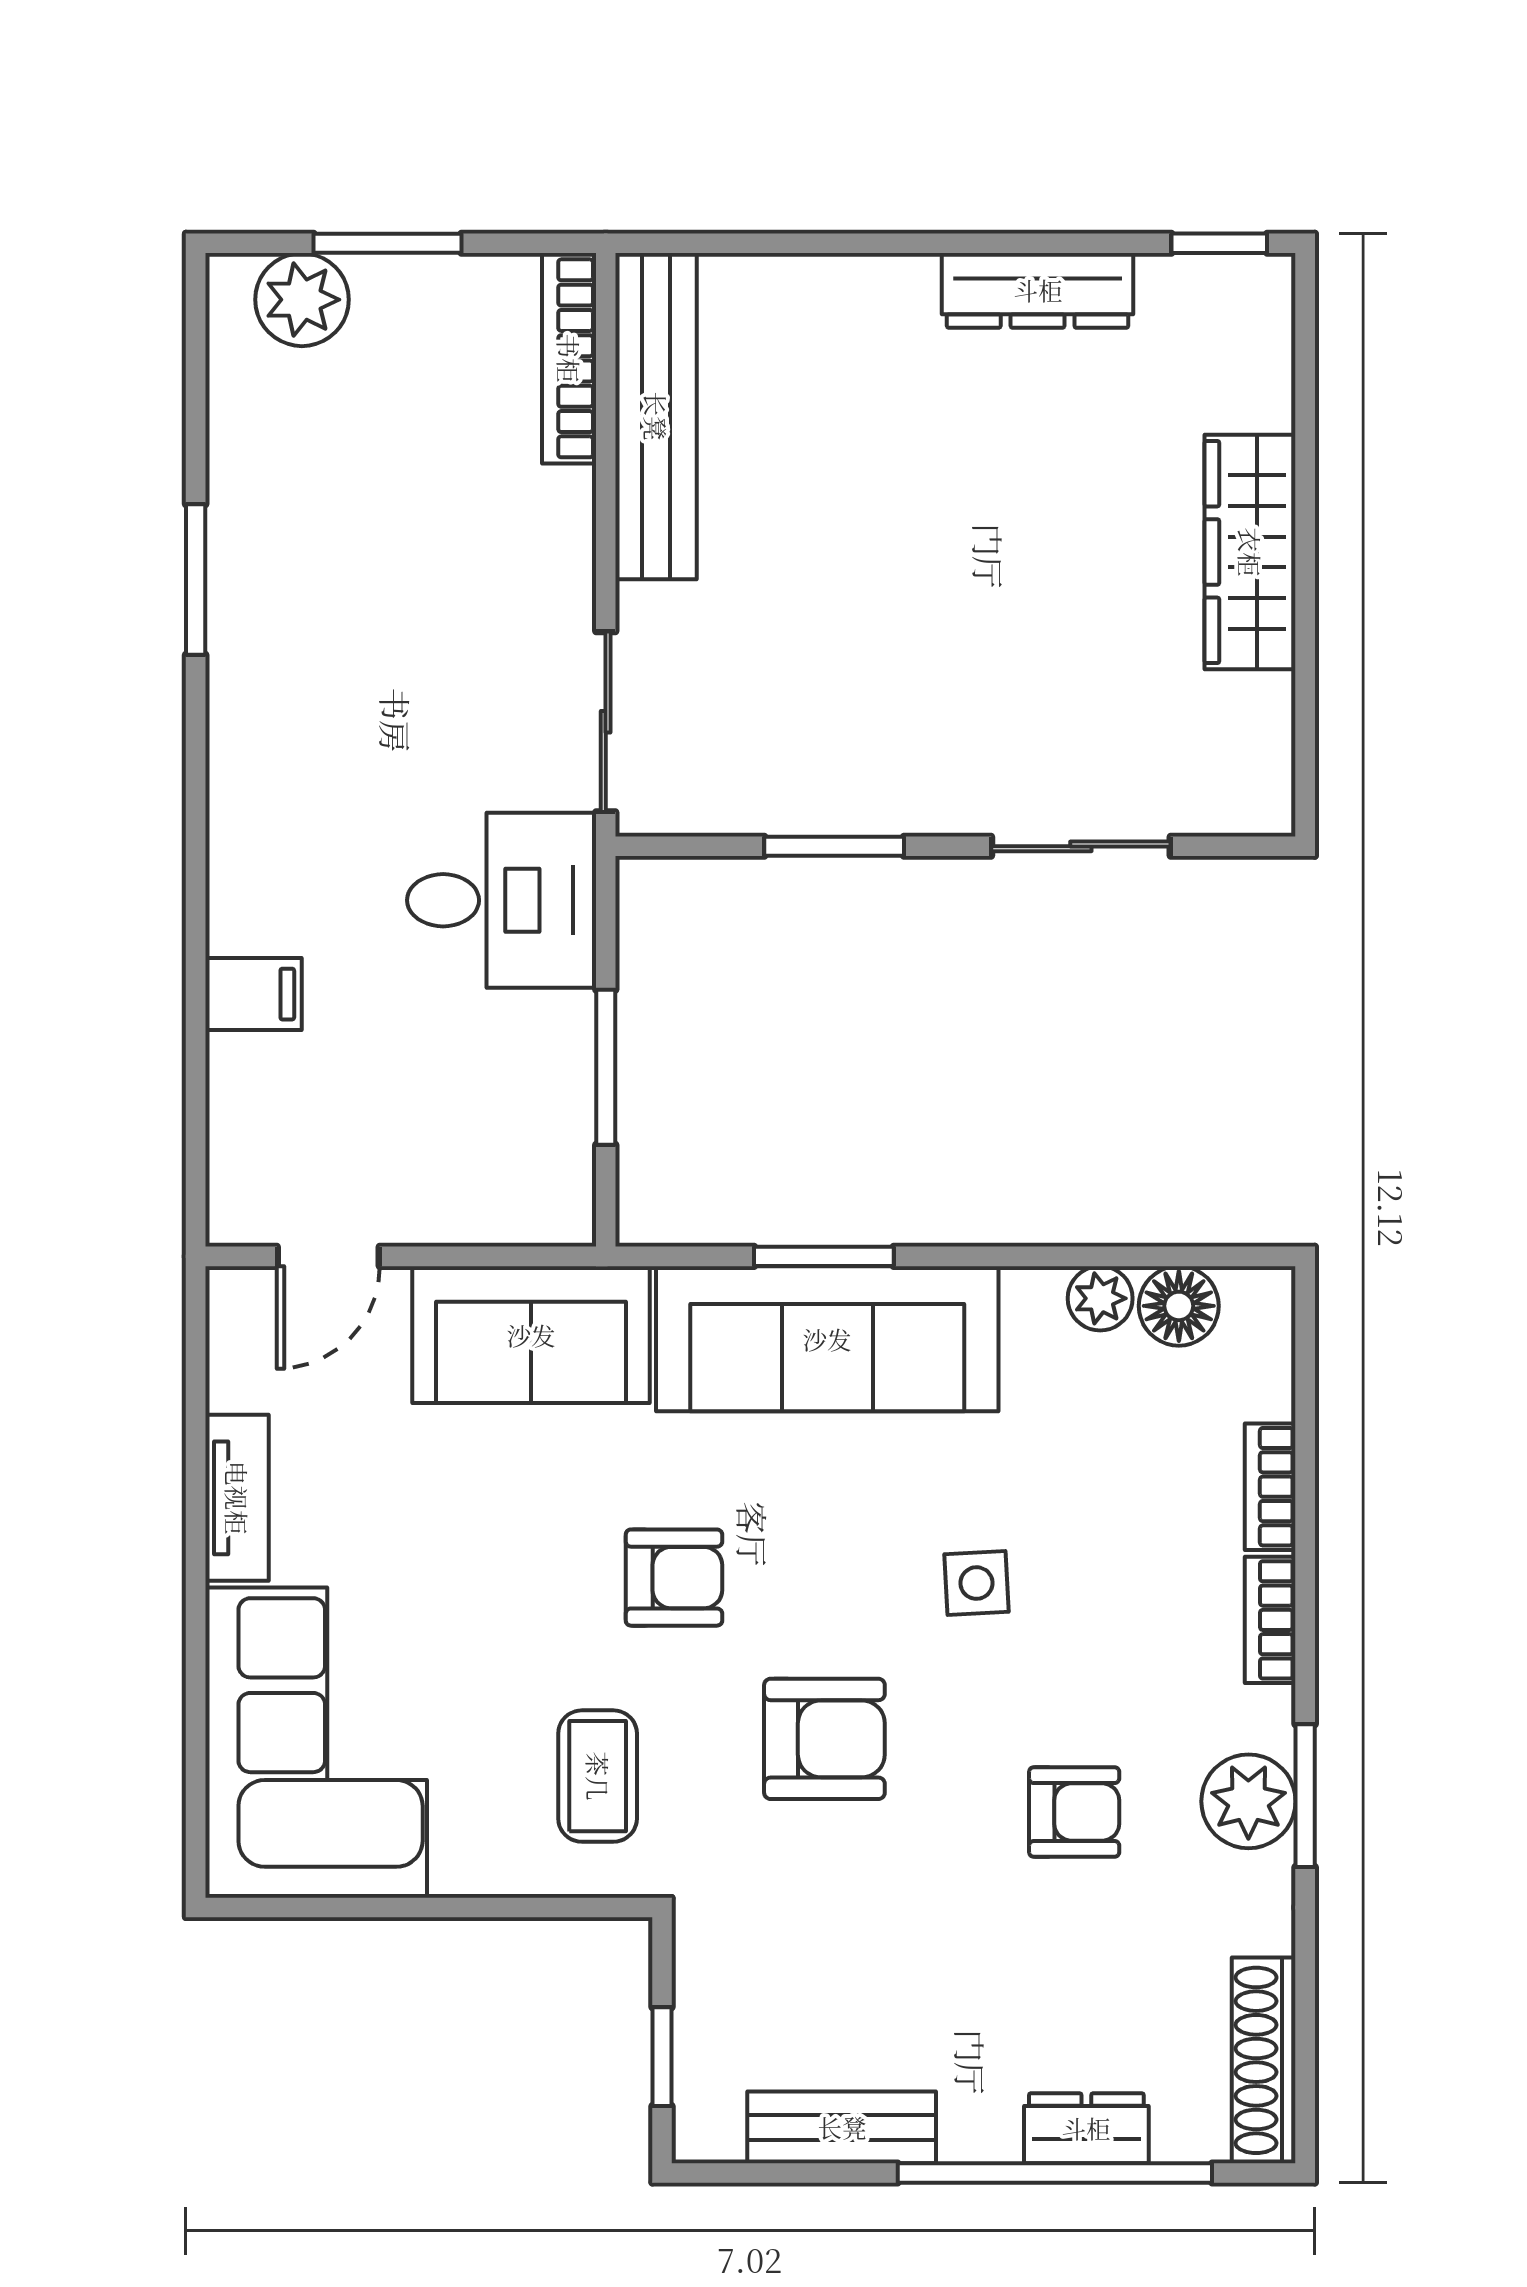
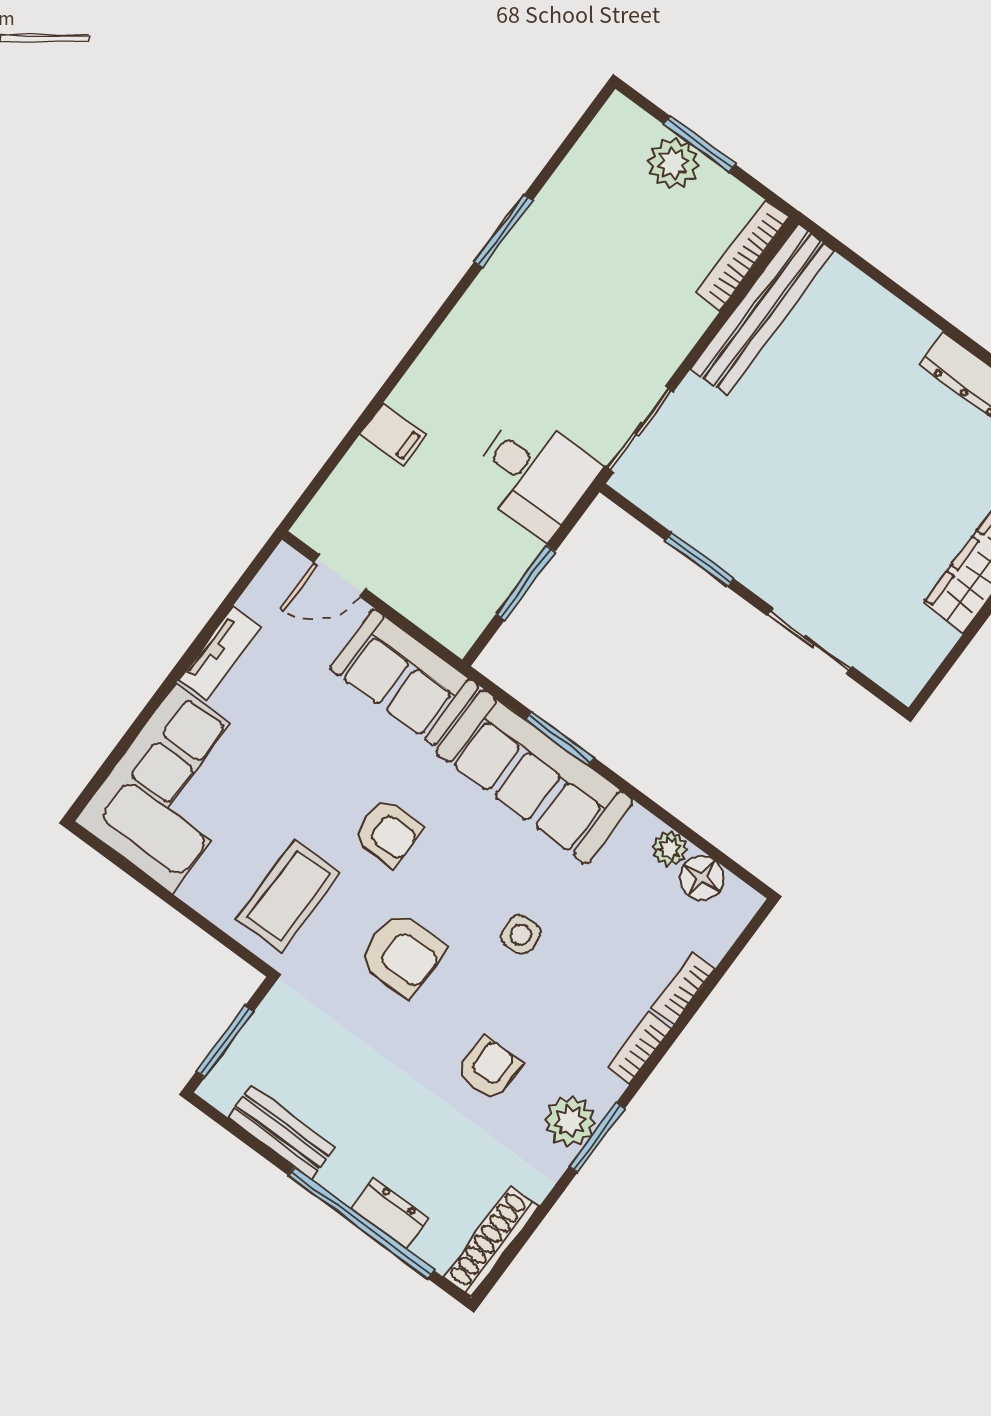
plant: (302, 300) -> (673, 163), moved
coffee table: (598, 1776) -> (288, 896), width x1.36, depth x1.30
armchair: (1074, 1812) -> (489, 1069), turned -90
window: (662, 2057) -> (225, 1042), width x1.50

